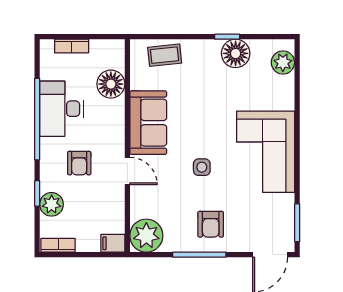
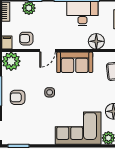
corner sofa: (266, 152) -> (78, 128), moved
armchair: (79, 163) -> (26, 39), moved

